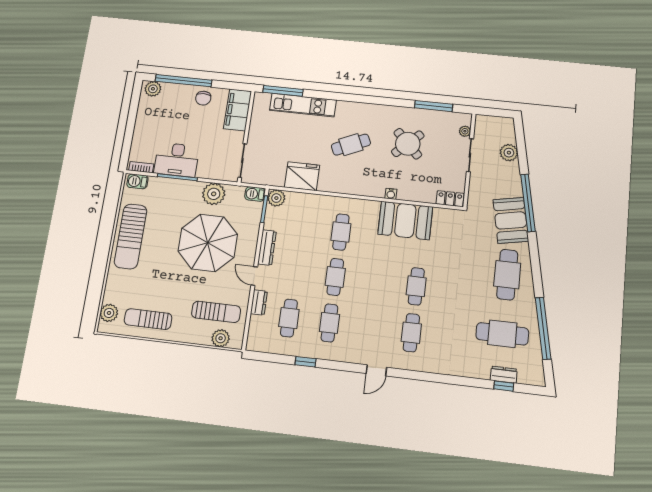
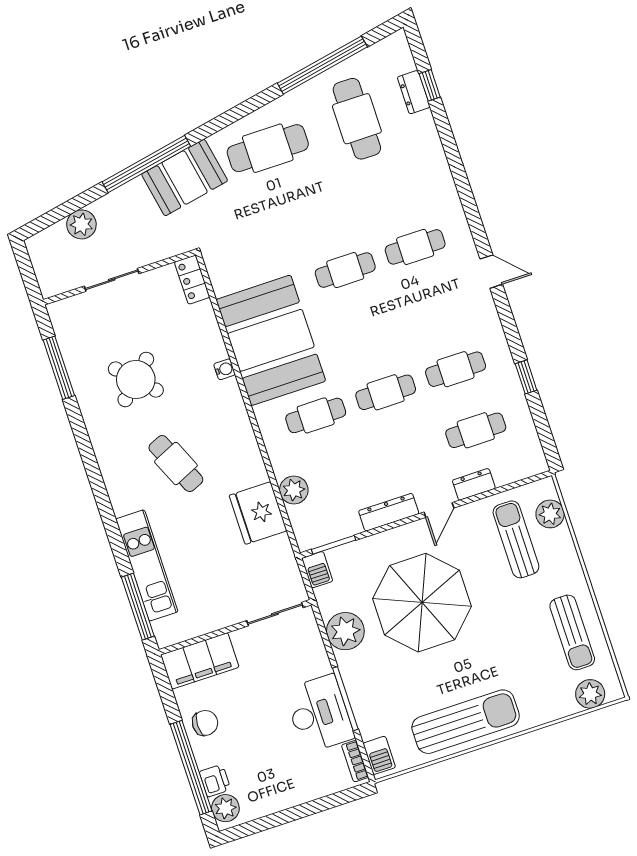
printer: (170, 90) -> (215, 781), added
plant: (465, 131) -> (78, 304), removed
plant: (276, 198) -> (294, 490), moved
booth: (405, 220) -> (271, 340), width x1.36, depth x1.42

